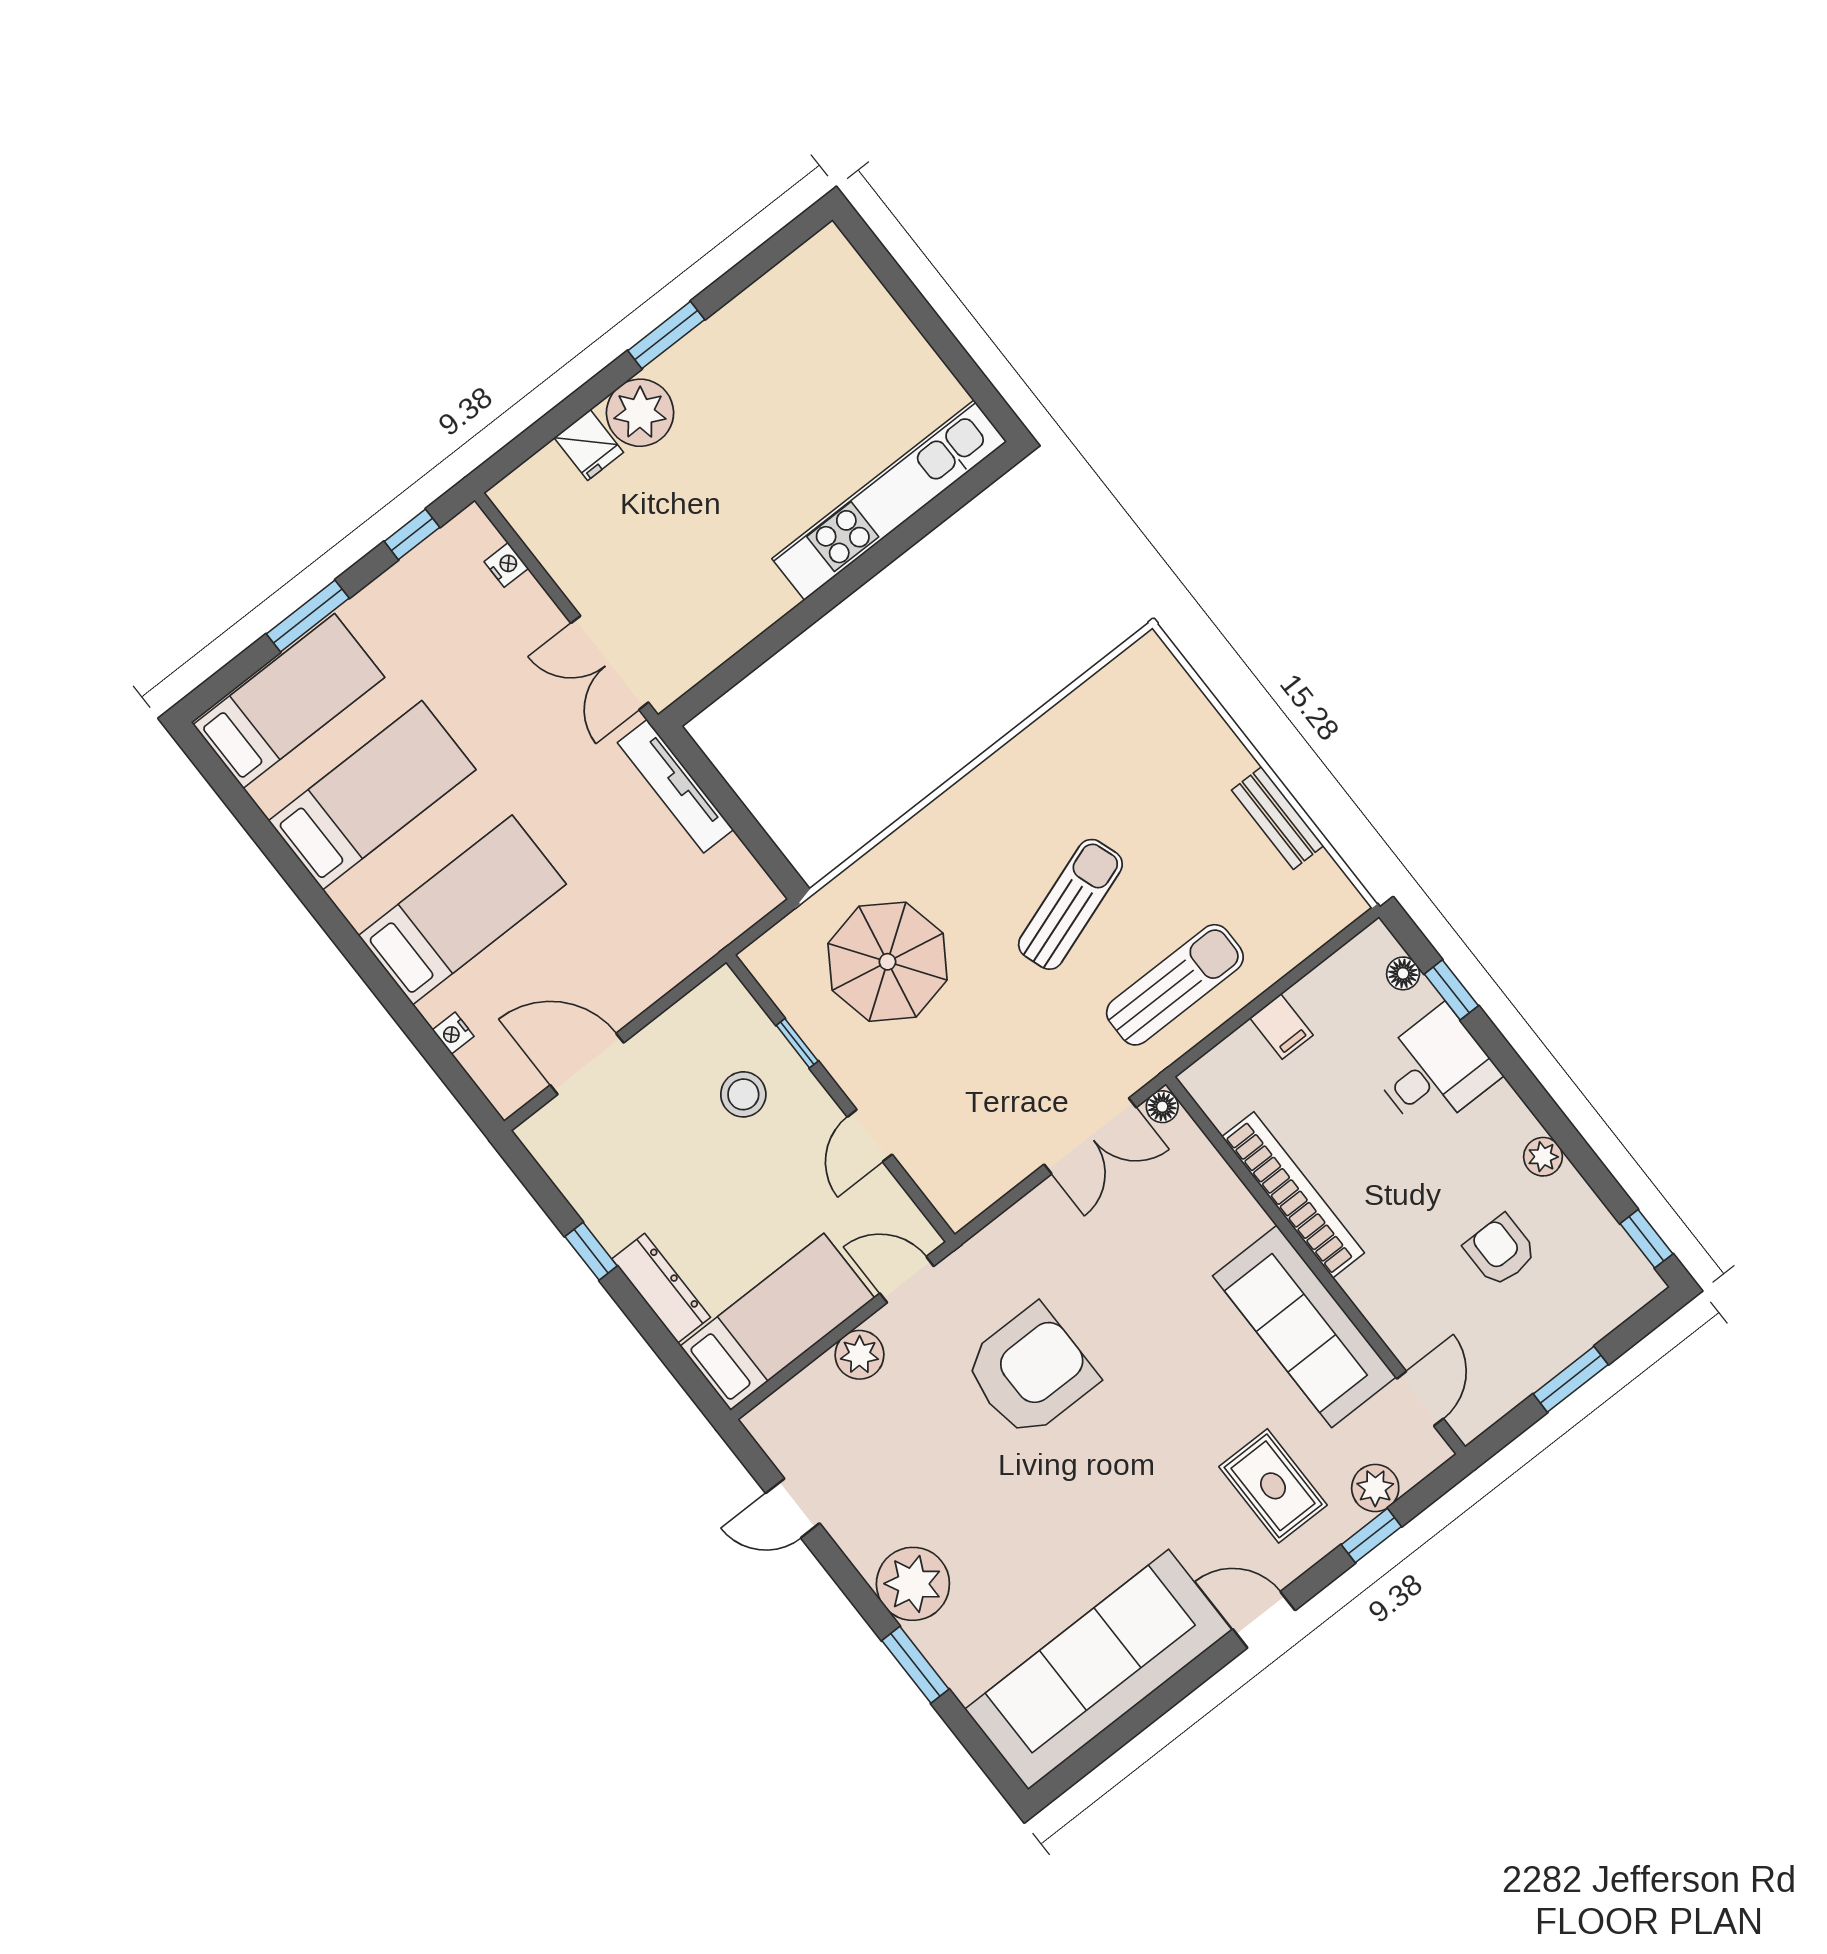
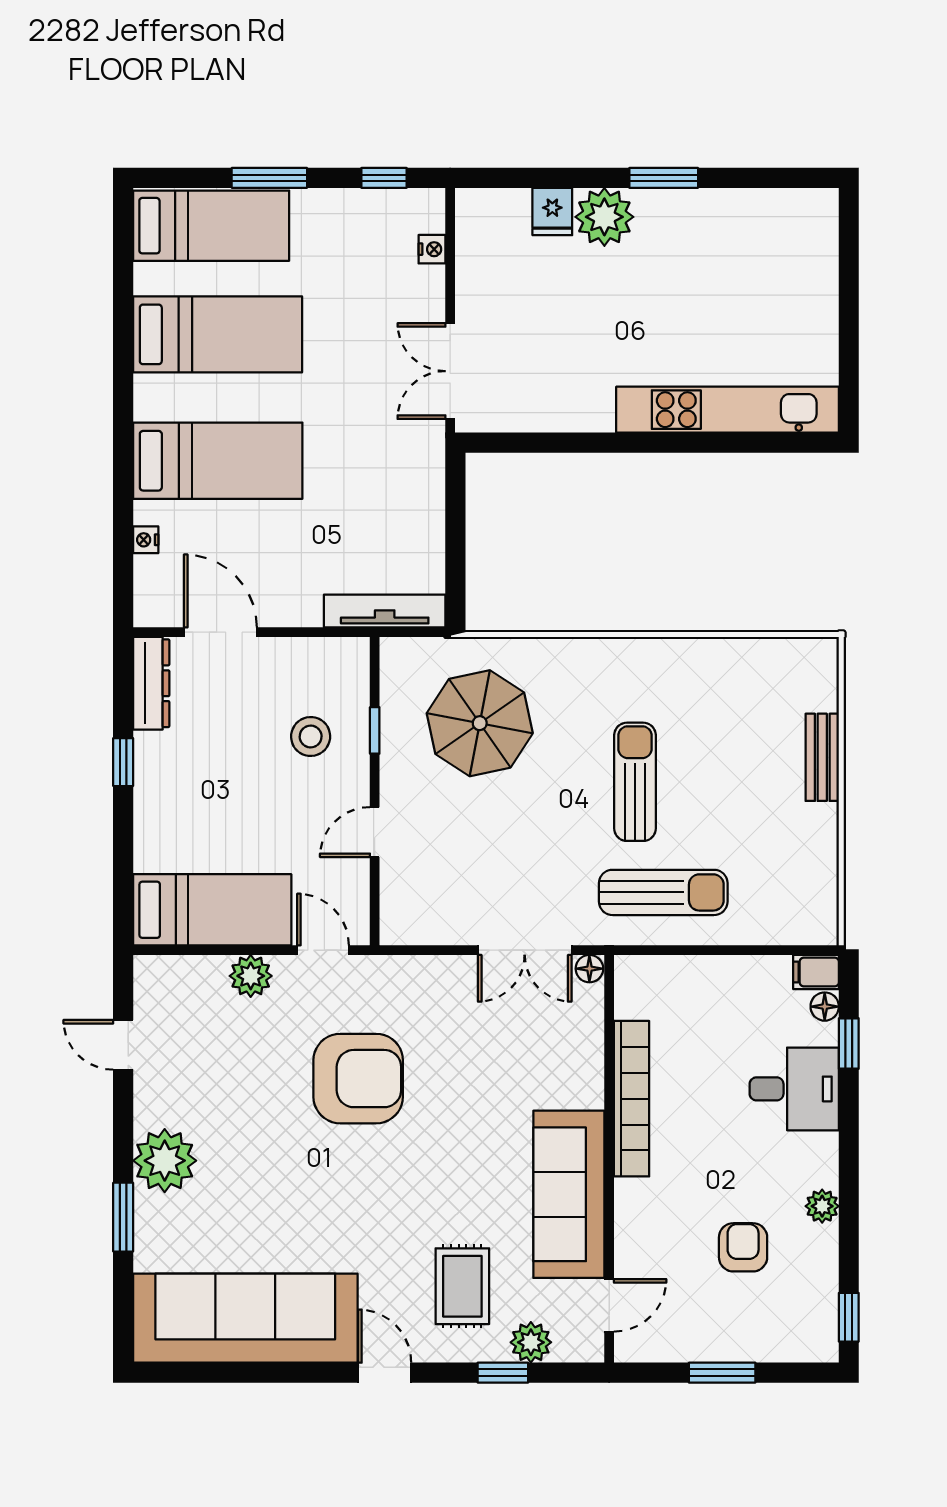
tv unit: (675, 786) -> (385, 611), moved, turned 90
bench: (1278, 818) -> (822, 757), moved
sun lounger: (1070, 904) -> (635, 782), turned -71
filing cabinet: (1281, 1027) -> (816, 972), moved, turned 90
dresser: (661, 1288) -> (151, 683), moved

